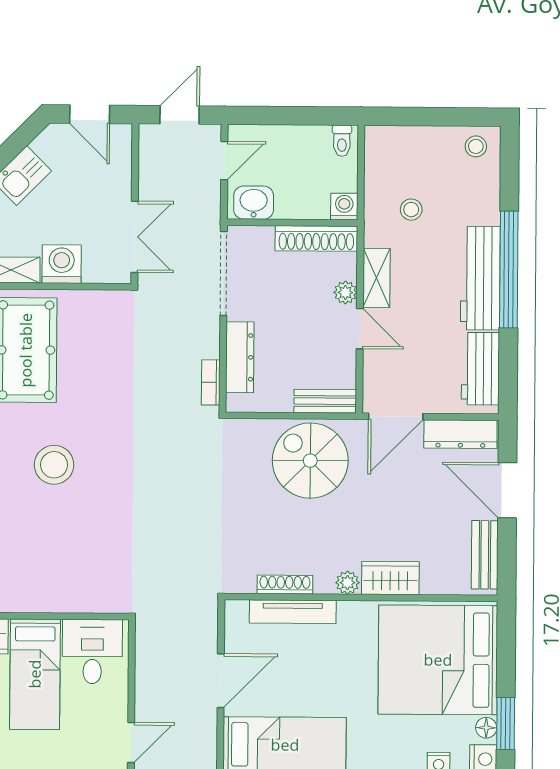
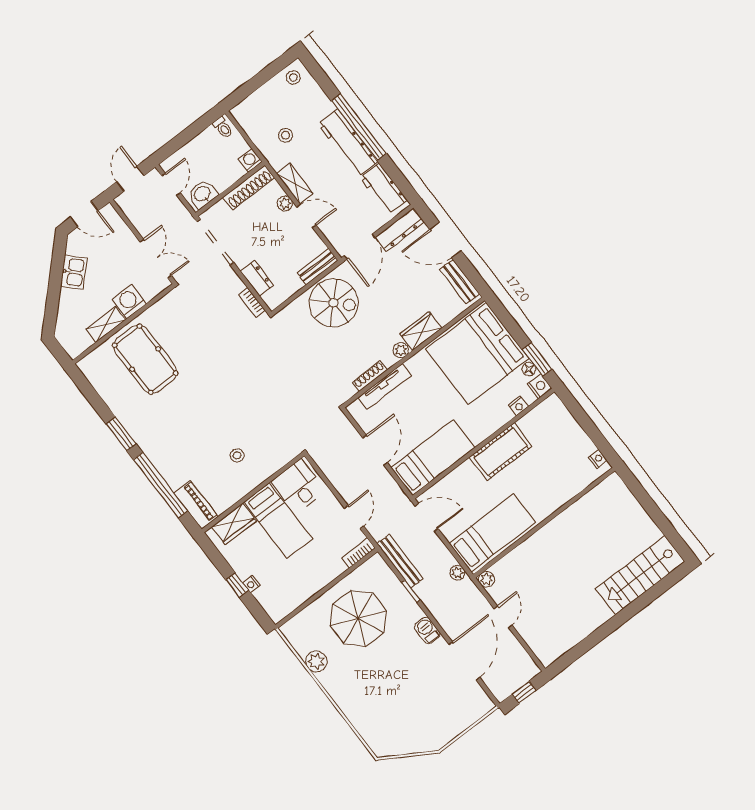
dresser: (240, 357) -> (257, 278), width x0.70
spiral stairs: (310, 461) -> (333, 303), turned 180
stool: (54, 465) -> (237, 455), moved, width x0.53, depth x0.53

